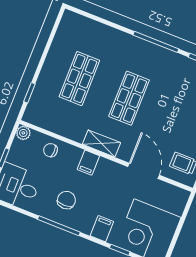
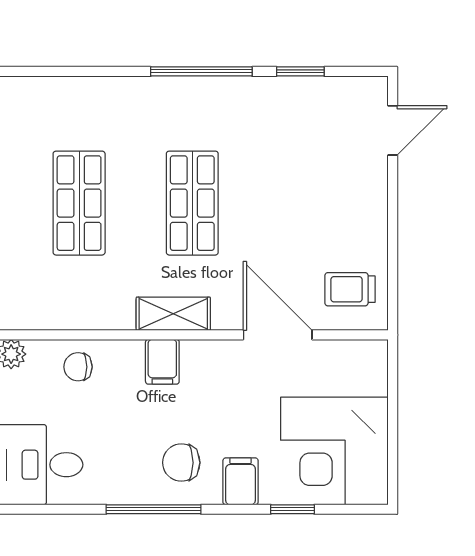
chair: (66, 200) -> (181, 463), moved, turned -90

